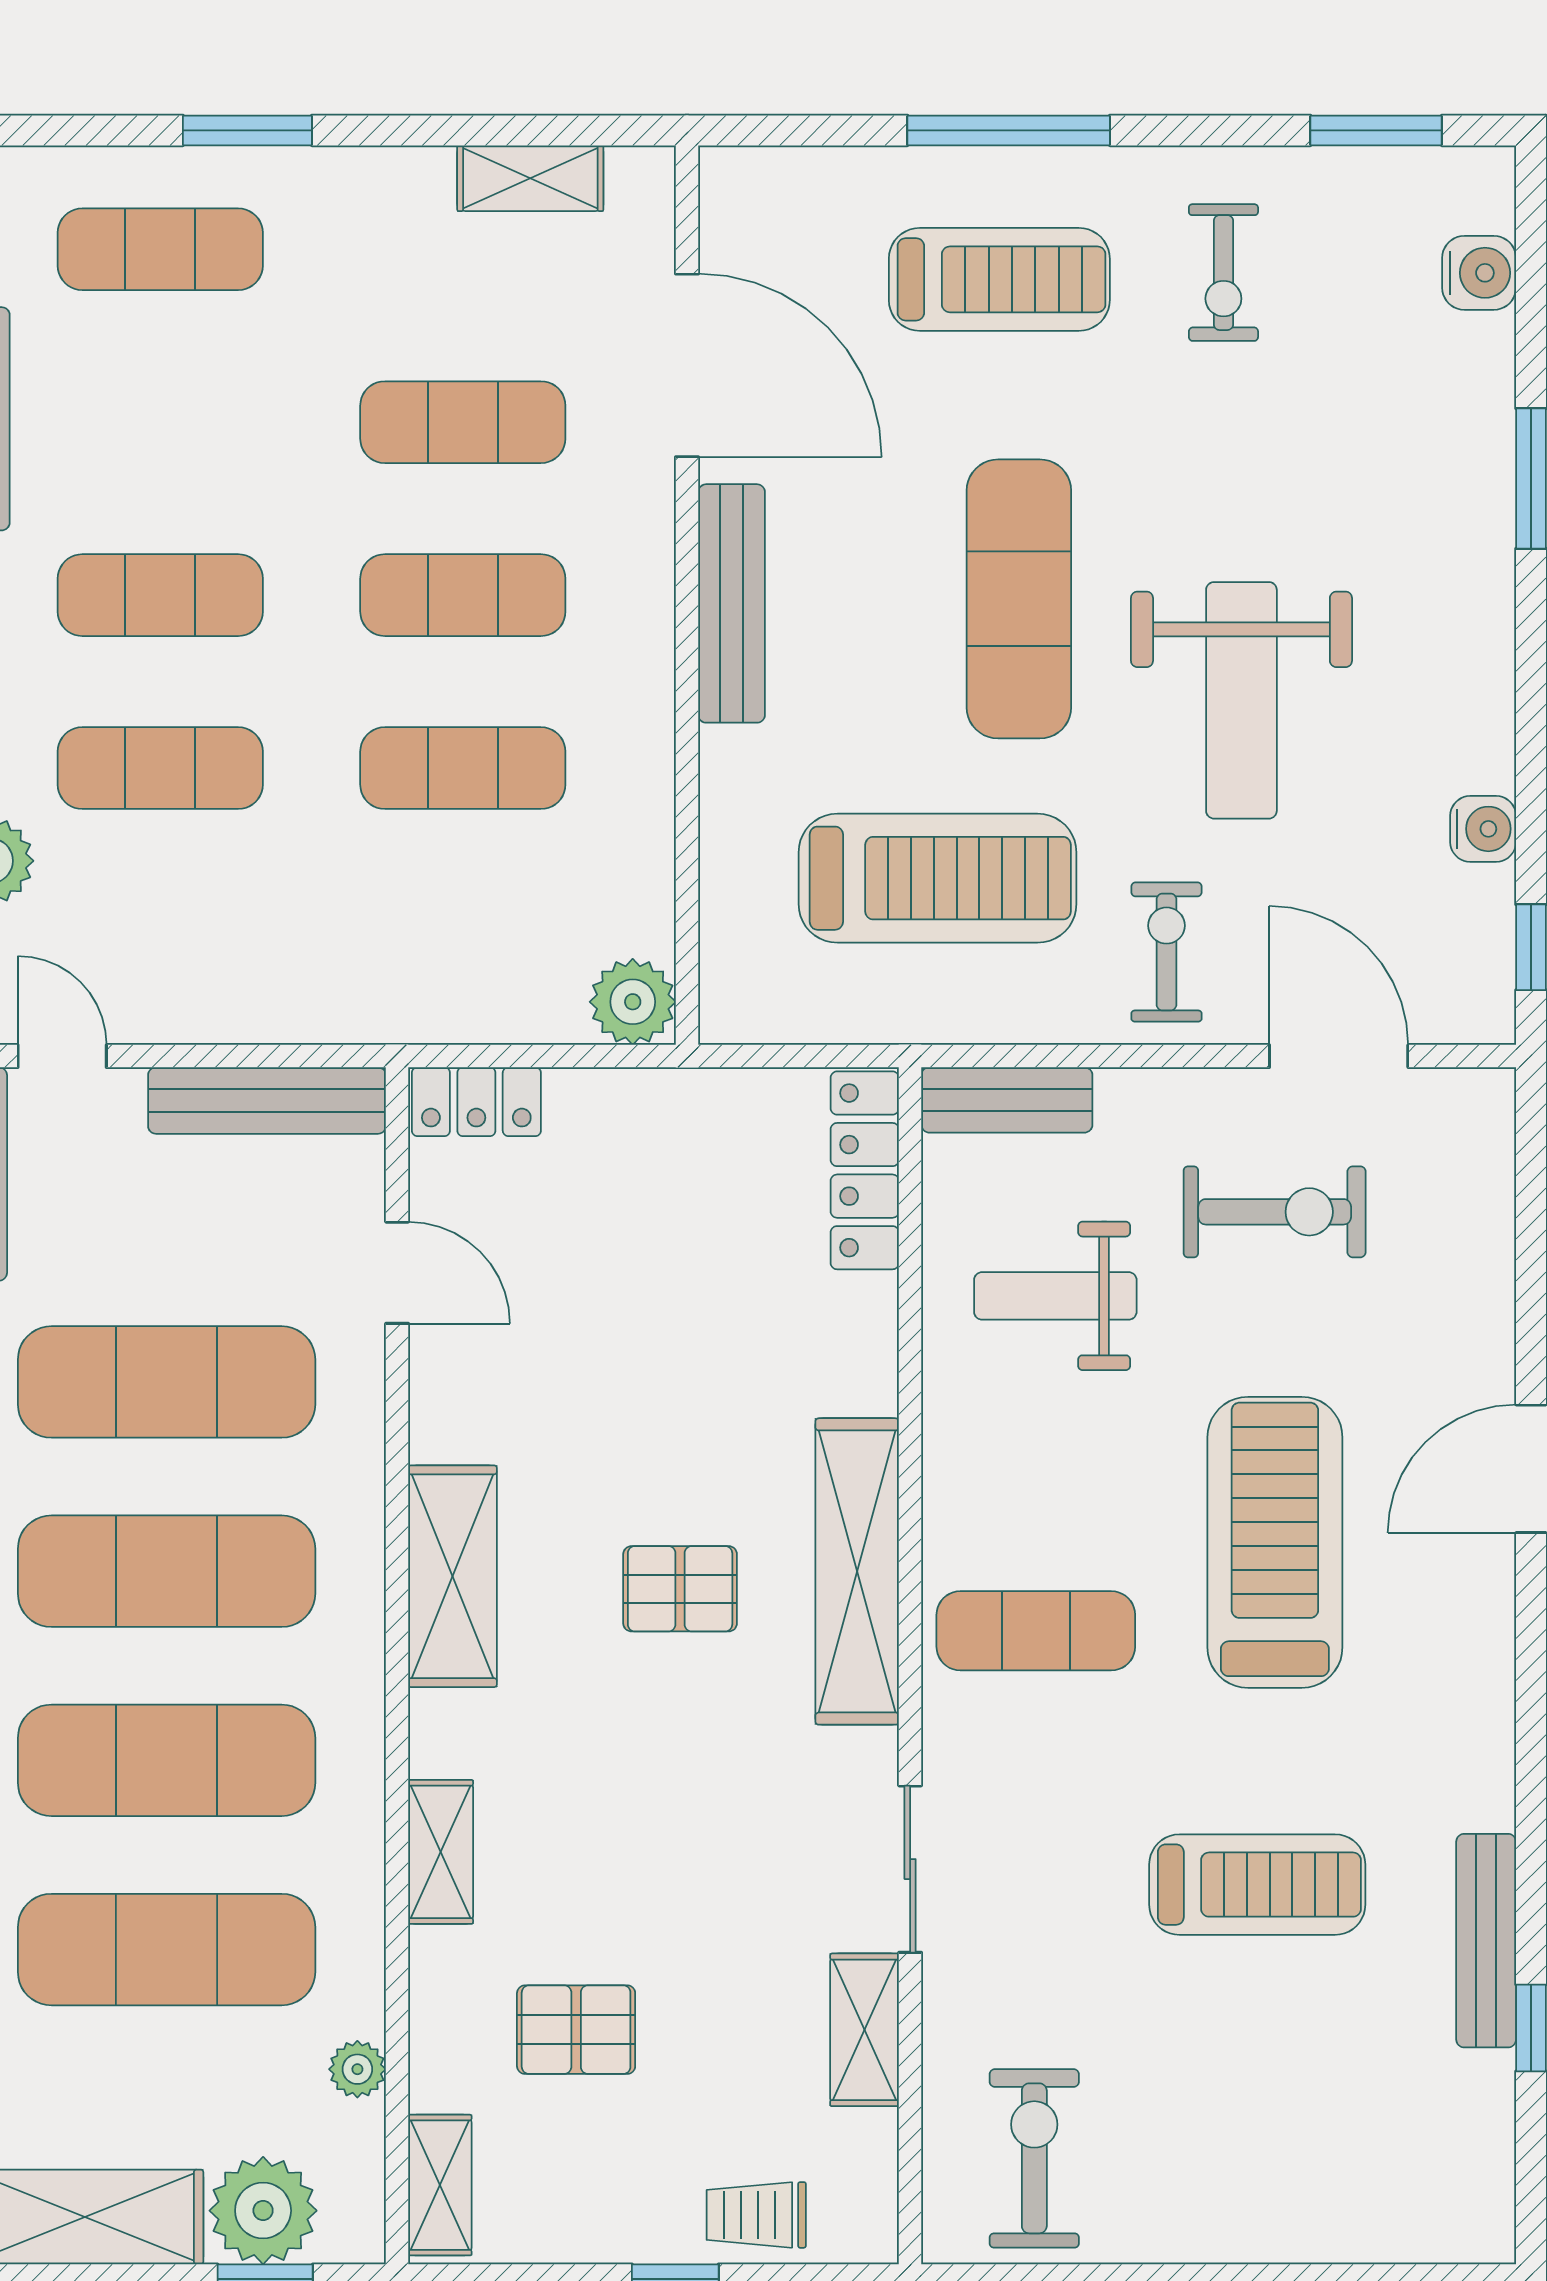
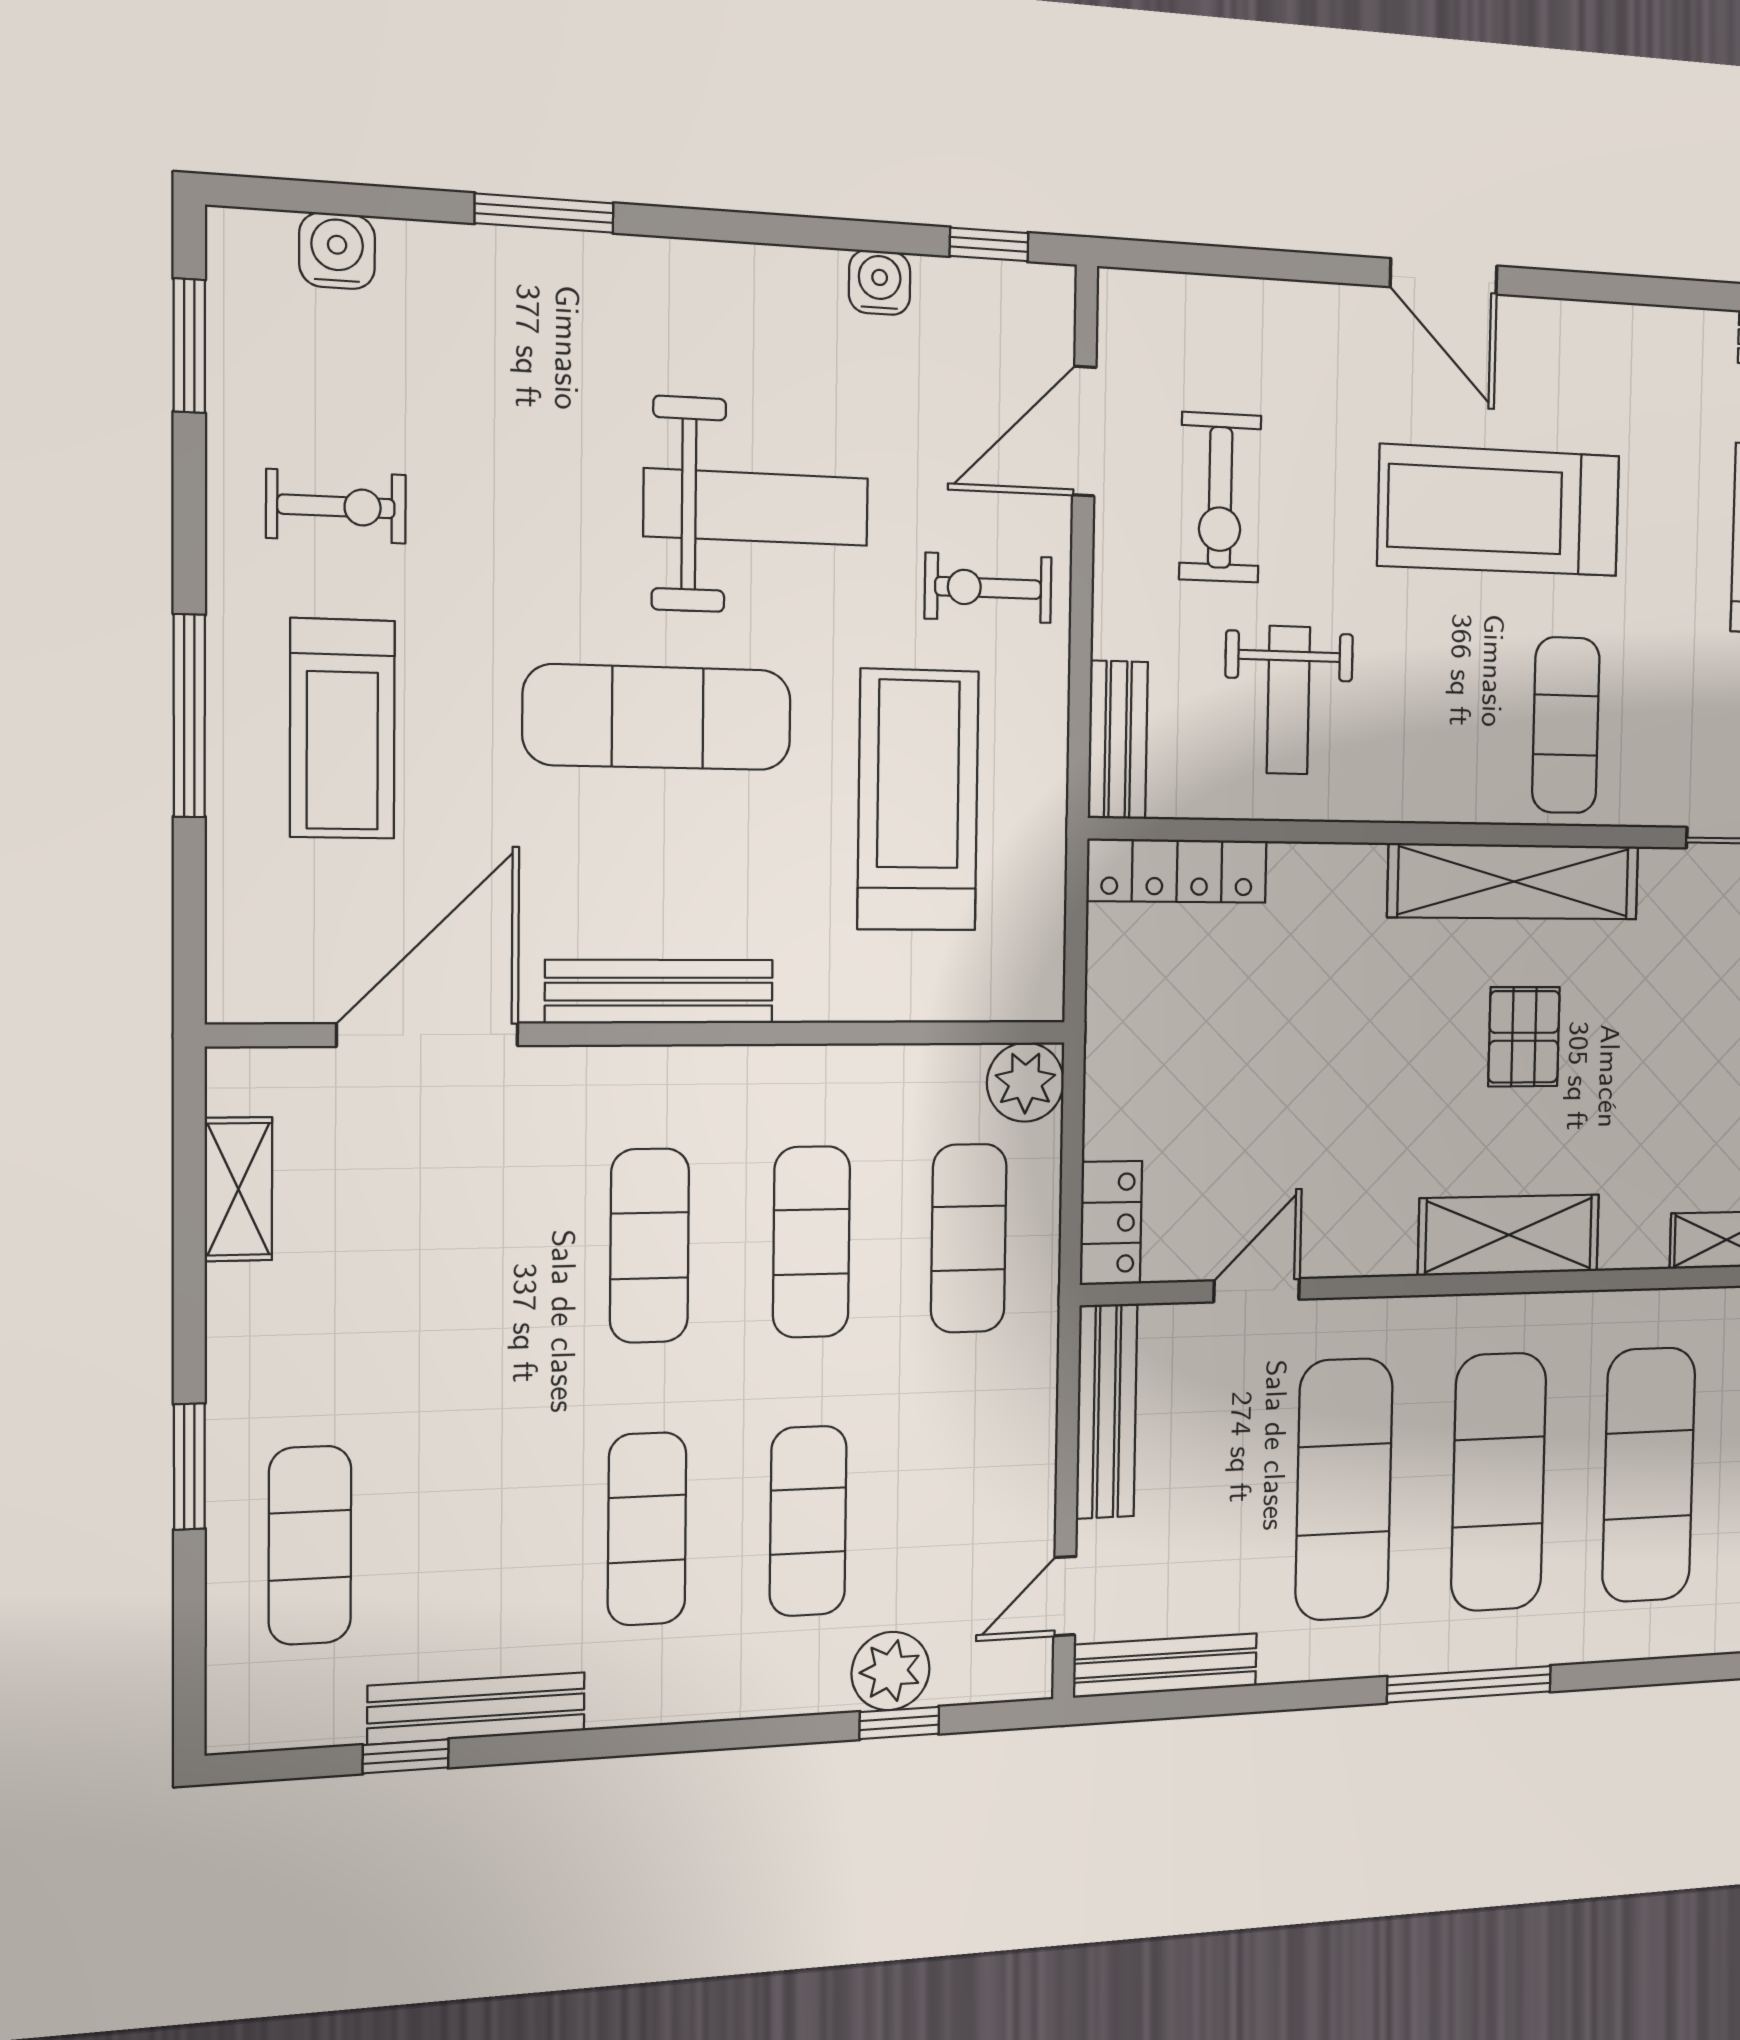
treadmill: (999, 279) -> (342, 729), turned 180
exercise mat: (463, 422) -> (969, 1238), moved
exercise bike: (1275, 1212) -> (1220, 497), turned 180

